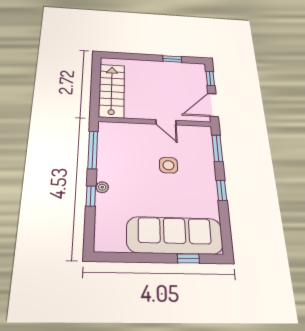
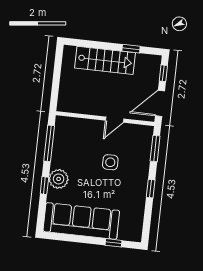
stairs: (112, 91) -> (105, 60), moved, turned 90
door: (166, 122) -> (115, 120), hinge flipped
plant: (102, 187) -> (59, 179), width x1.87, depth x1.87
sofa: (175, 235) -> (81, 221), moved

